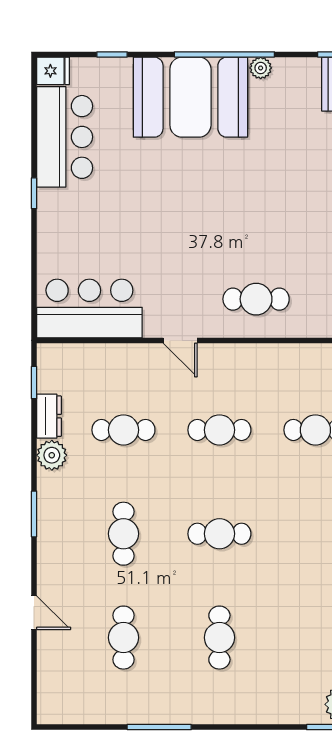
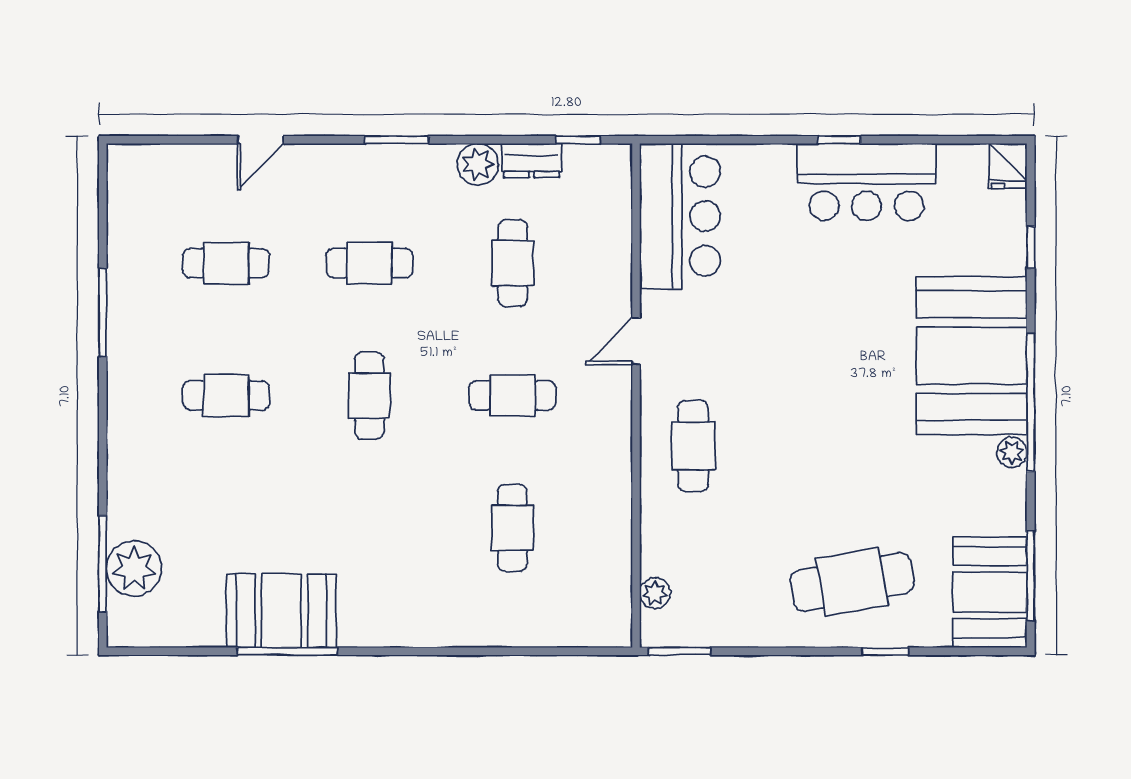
bar counter: (65, 137) -> (867, 182), moved
cafe table: (219, 430) -> (513, 396), turned 90

